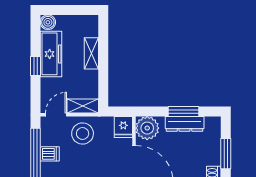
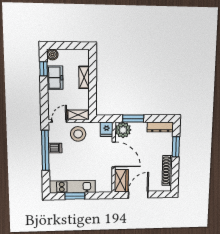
freezer: (51, 54) -> (55, 78), width x0.71
window: (36, 66) -> (44, 69), moved
window: (183, 111) -> (133, 119), moved
dresser: (185, 124) -> (160, 127), moved

